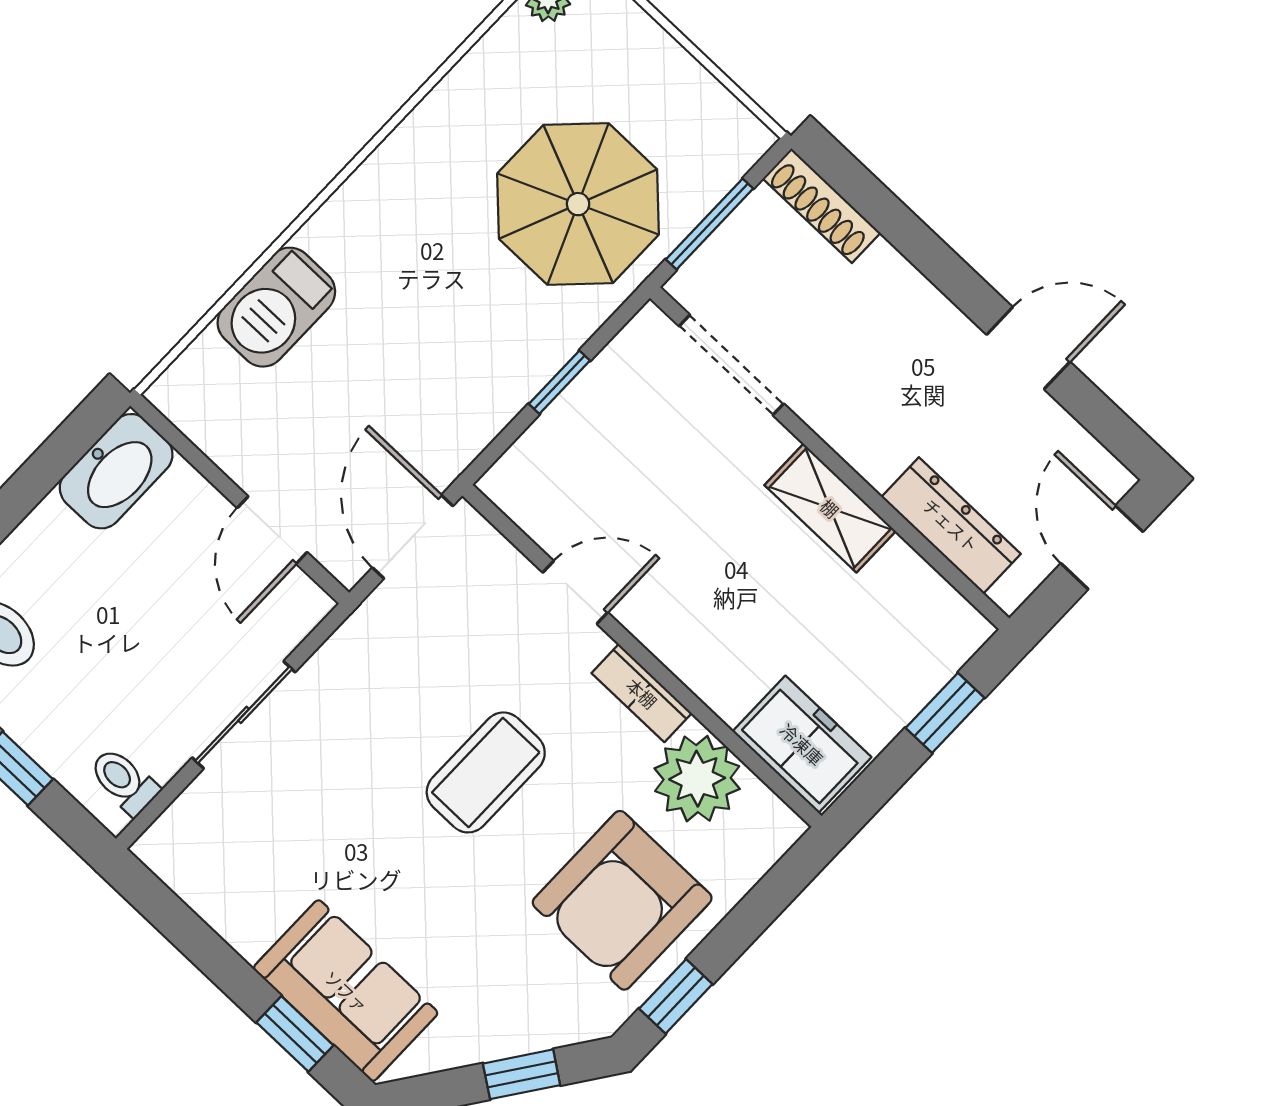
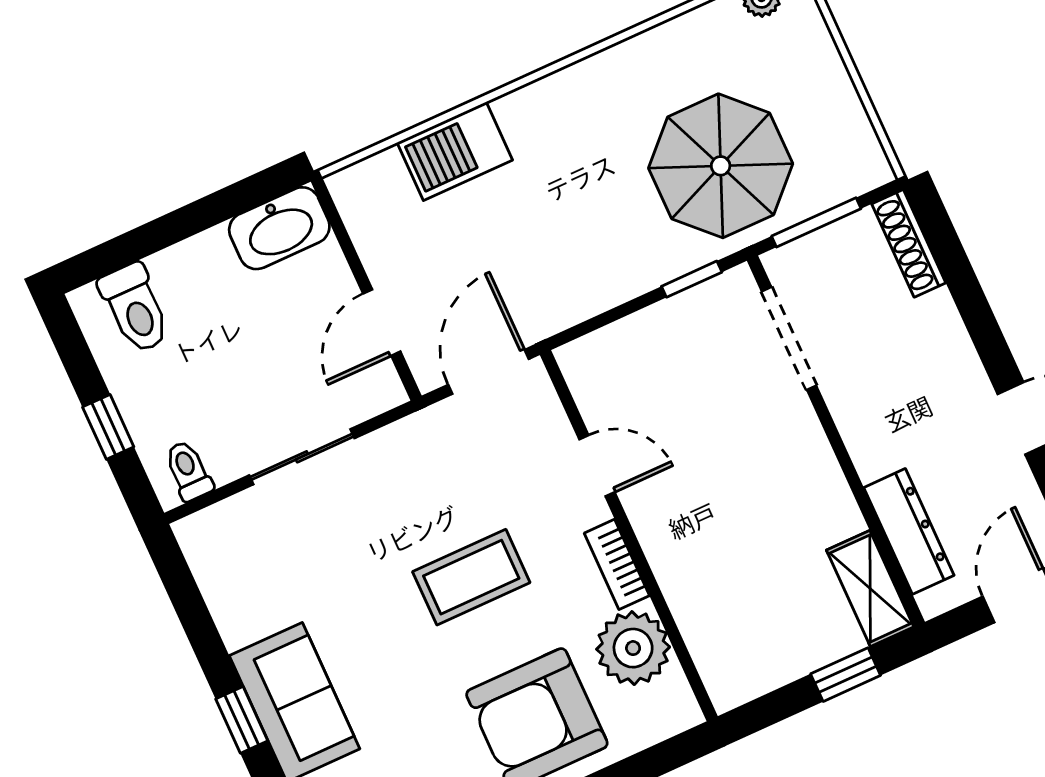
window: (559, 382) -> (692, 279), moved
shelving: (830, 508) -> (870, 588), moved
freezer: (802, 744) -> (725, 654), removed

